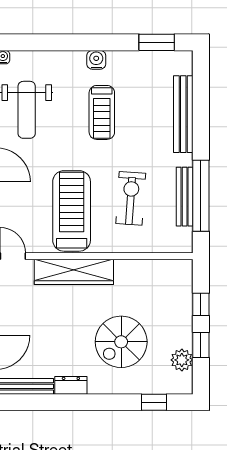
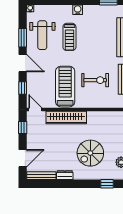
treadmill: (102, 112) -> (69, 37), moved
exercise bike: (131, 198) -> (95, 80), turned 86

